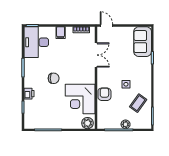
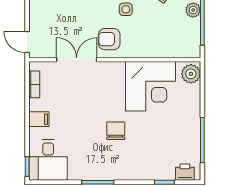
door: (106, 25) -> (27, 42), hinge flipped
desk: (36, 42) -> (48, 160), width x0.73
printer: (29, 94) -> (185, 172), moved
armchair: (104, 94) -> (109, 39), moved

